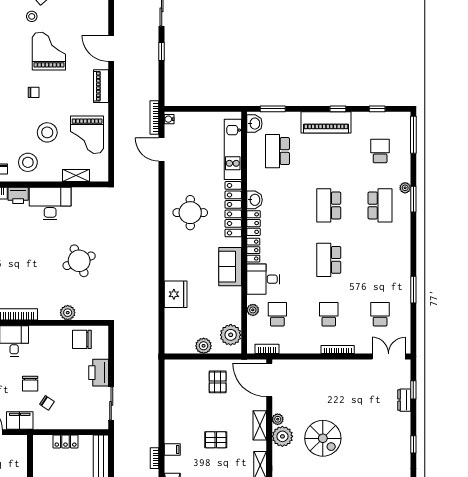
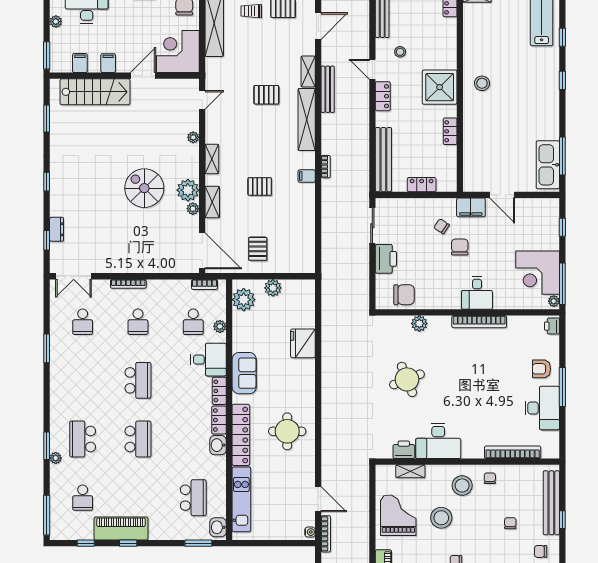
piano: (326, 122) -> (121, 528), moved
printer: (18, 195) -> (404, 450), moved

